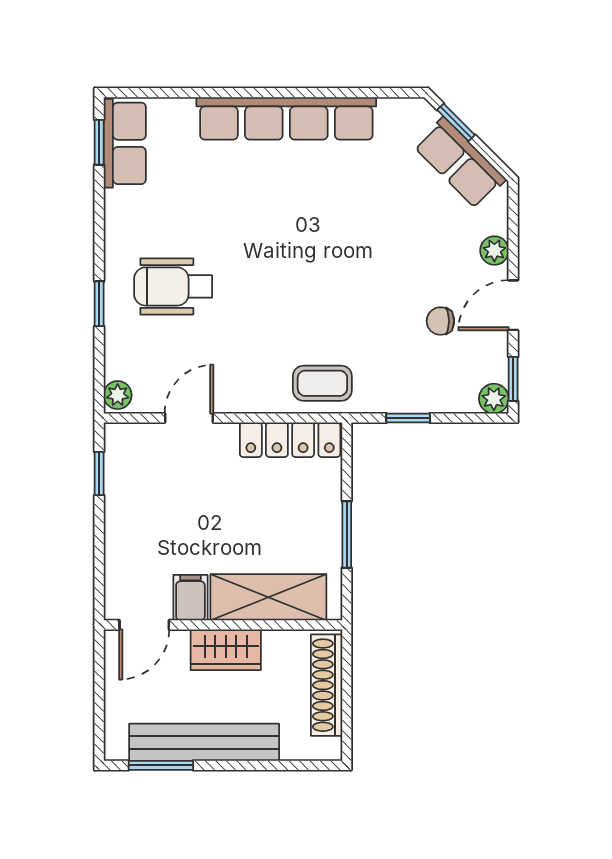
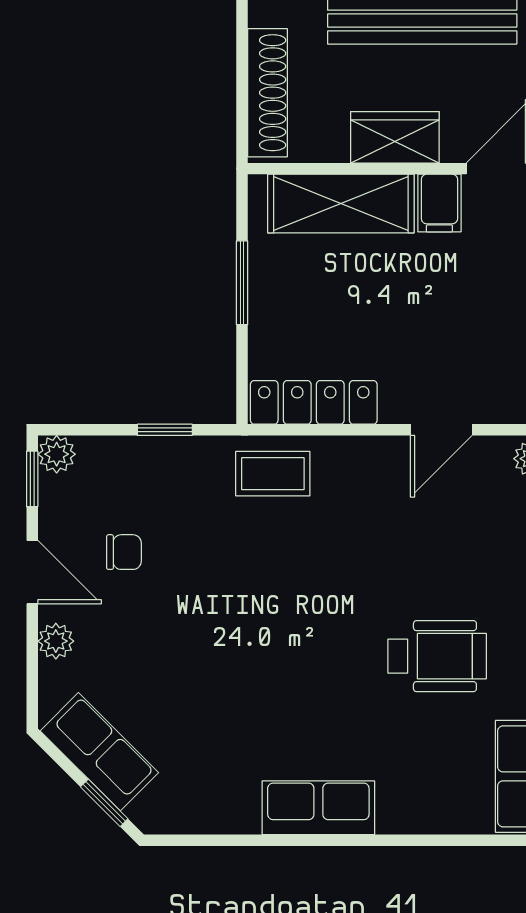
row of seats: (286, 118) -> (318, 808), width x0.50
wheelchair: (173, 286) -> (437, 656), moved
door: (513, 305) -> (32, 572), hinge flipped

